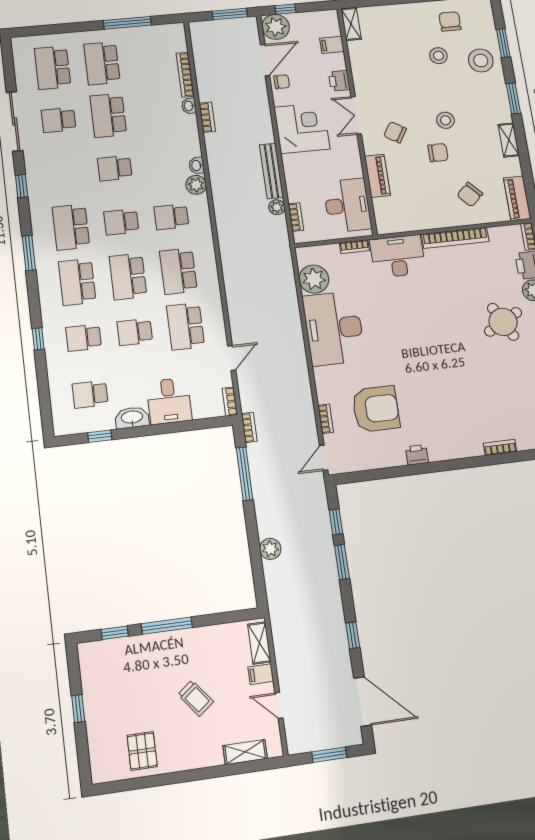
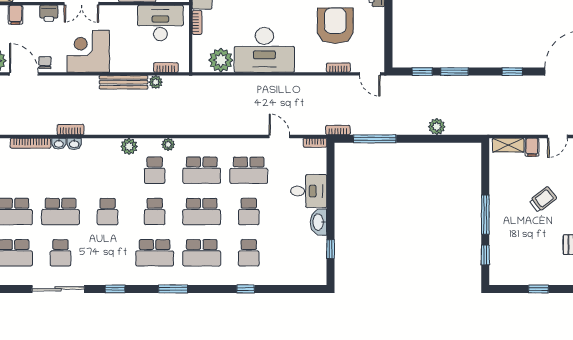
washbasin: (197, 166) -> (74, 144), moved
plant: (204, 229) -> (168, 144), added
school desk: (90, 394) -> (296, 253), removed

